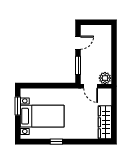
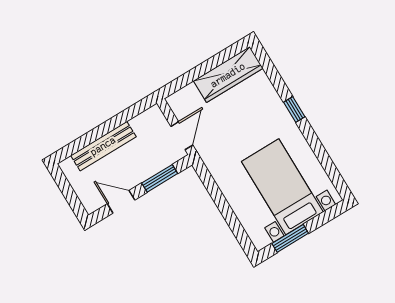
bench: (107, 50) -> (103, 146), added
plant: (105, 78) -> (153, 120), removed
window: (56, 142) -> (294, 109), moved

